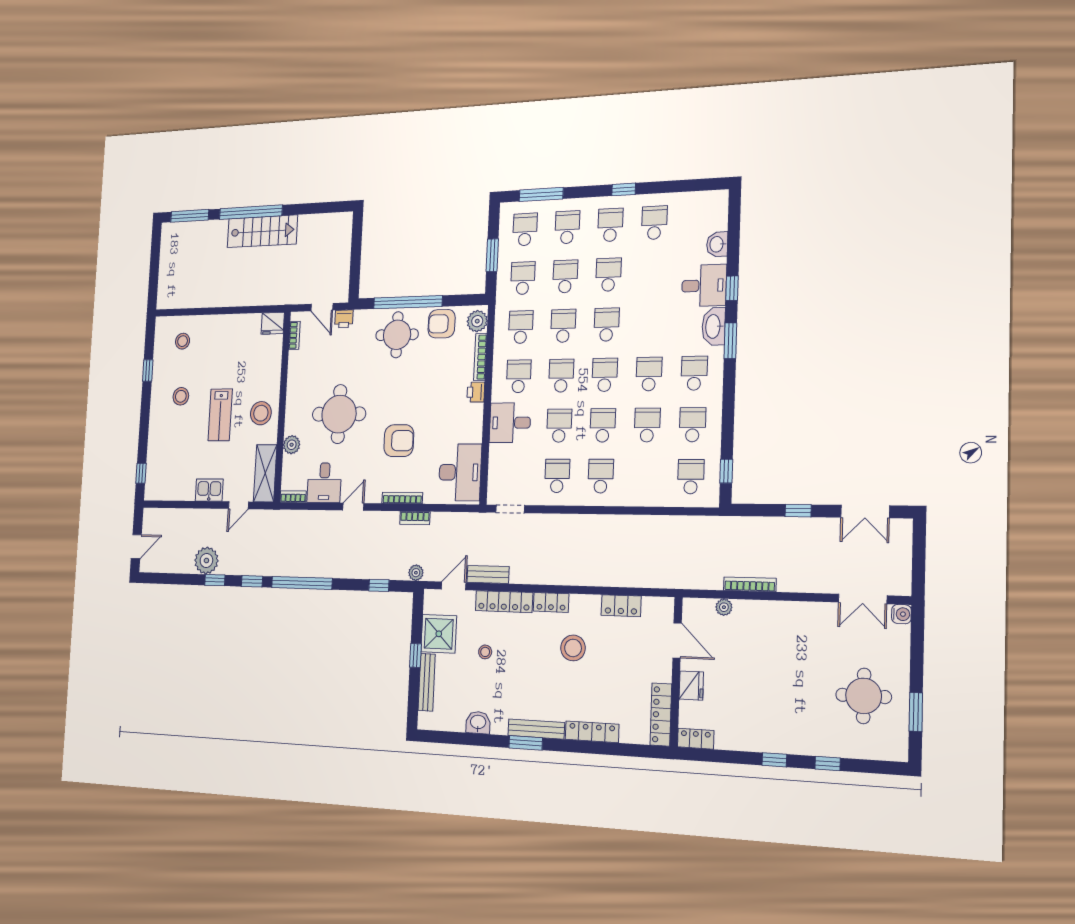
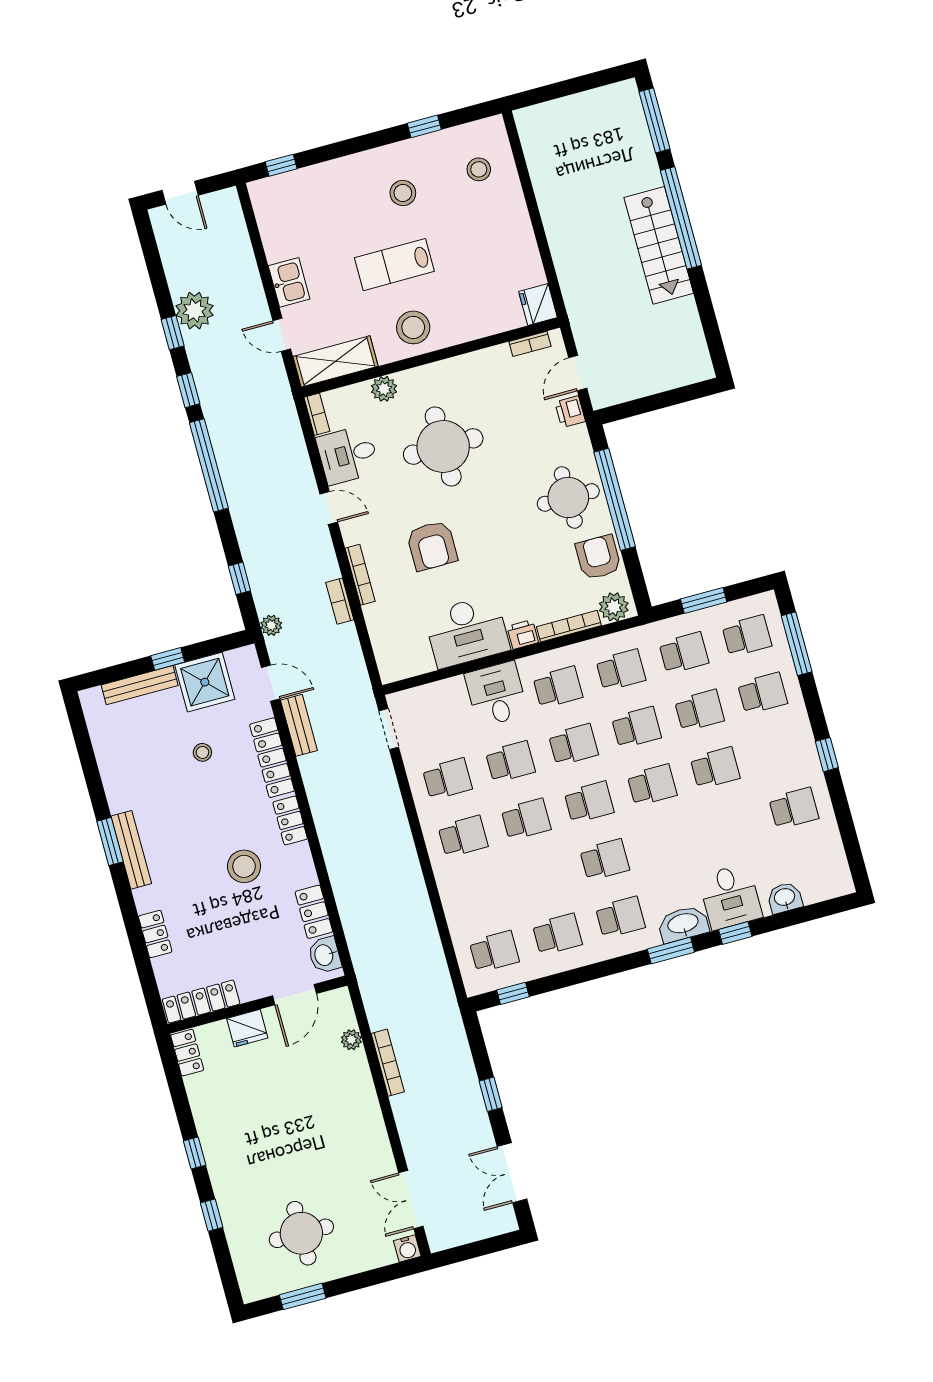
school desk: (610, 225) -> (778, 751), removed
school desk: (647, 425) -> (542, 877), removed
desk: (460, 472) -> (467, 631), moved
washbasin: (478, 723) -> (325, 955), moved, turned 180
locker: (592, 732) -> (155, 934), width x0.66

